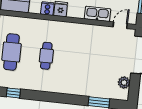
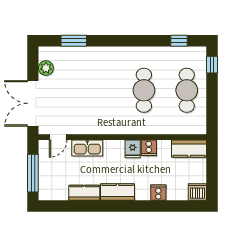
cafe table: (46, 56) -> (144, 90), width x1.37, depth x1.35

